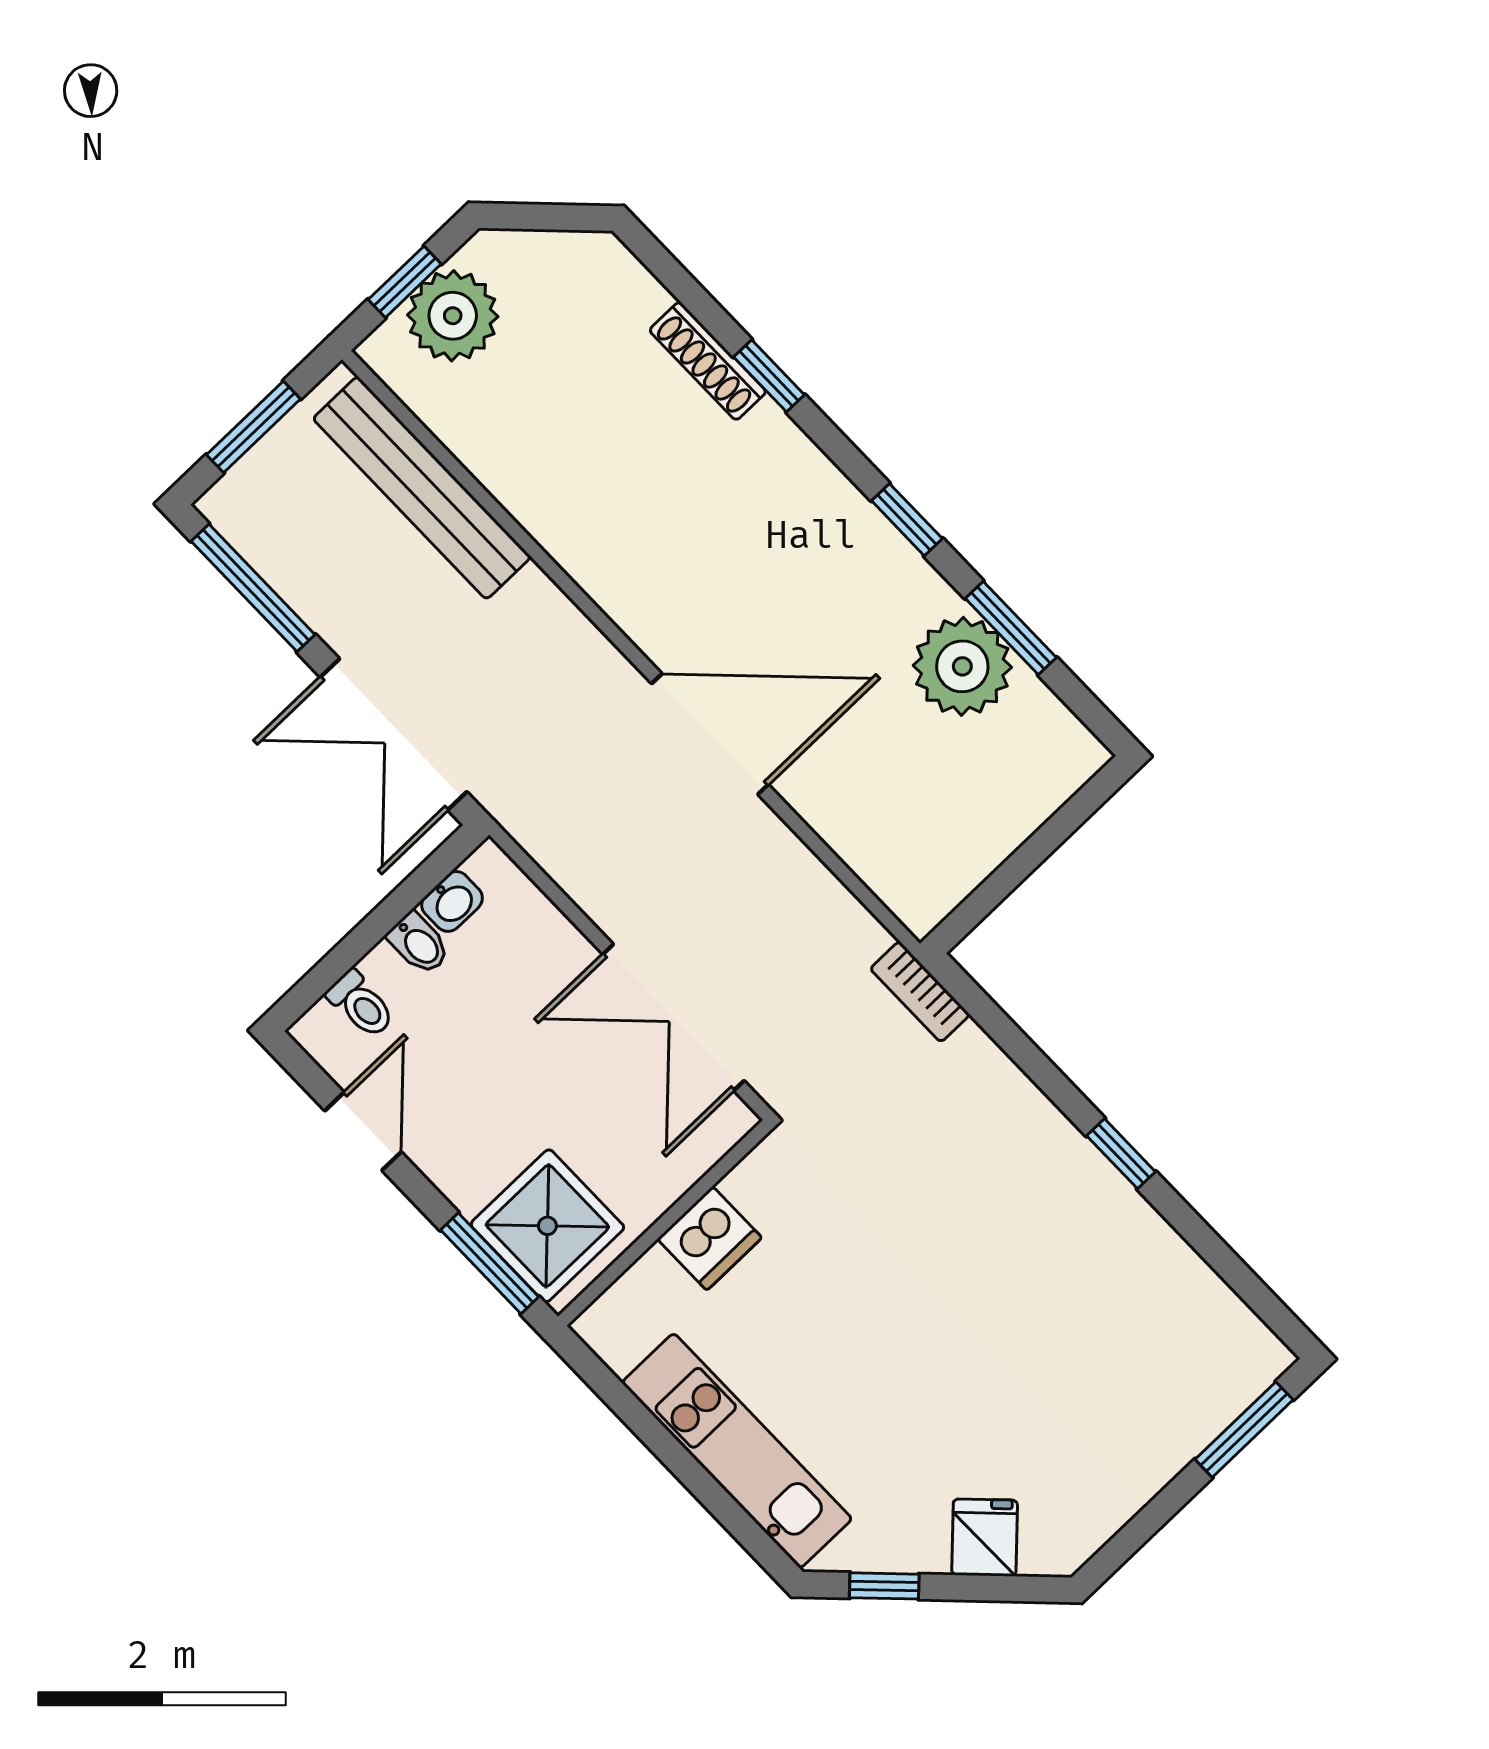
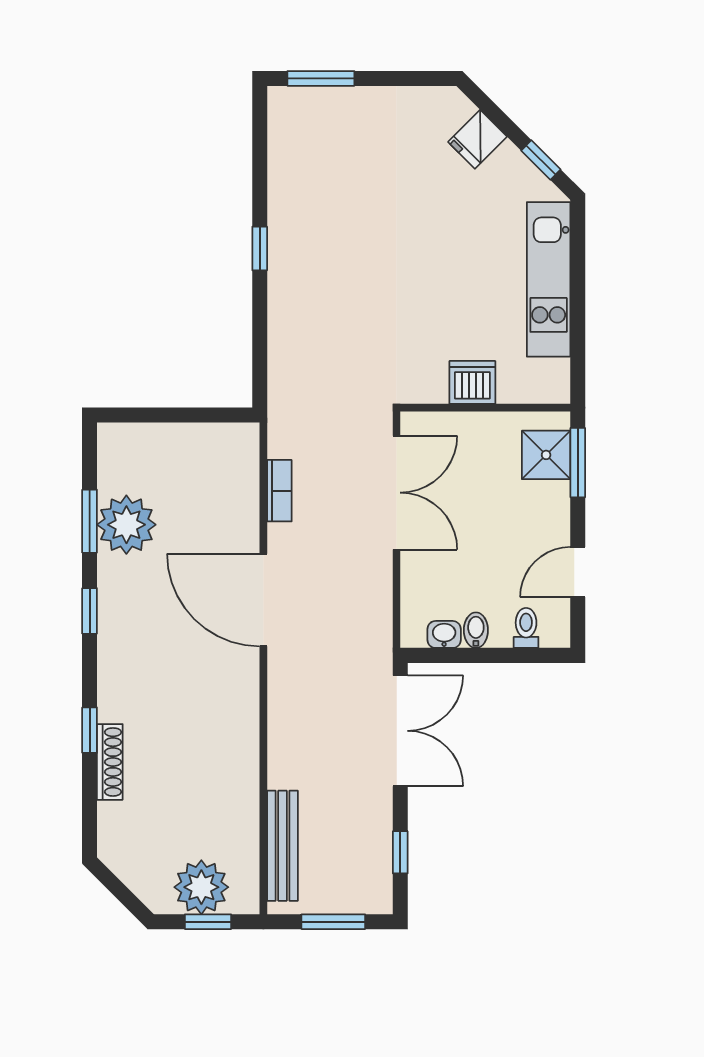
bench: (422, 488) -> (283, 846), width x0.73, depth x0.82
window: (253, 588) -> (400, 852), width x0.46
bookcase: (920, 992) -> (279, 491), moved
shower: (547, 1226) -> (546, 455), width x0.73, depth x0.73

